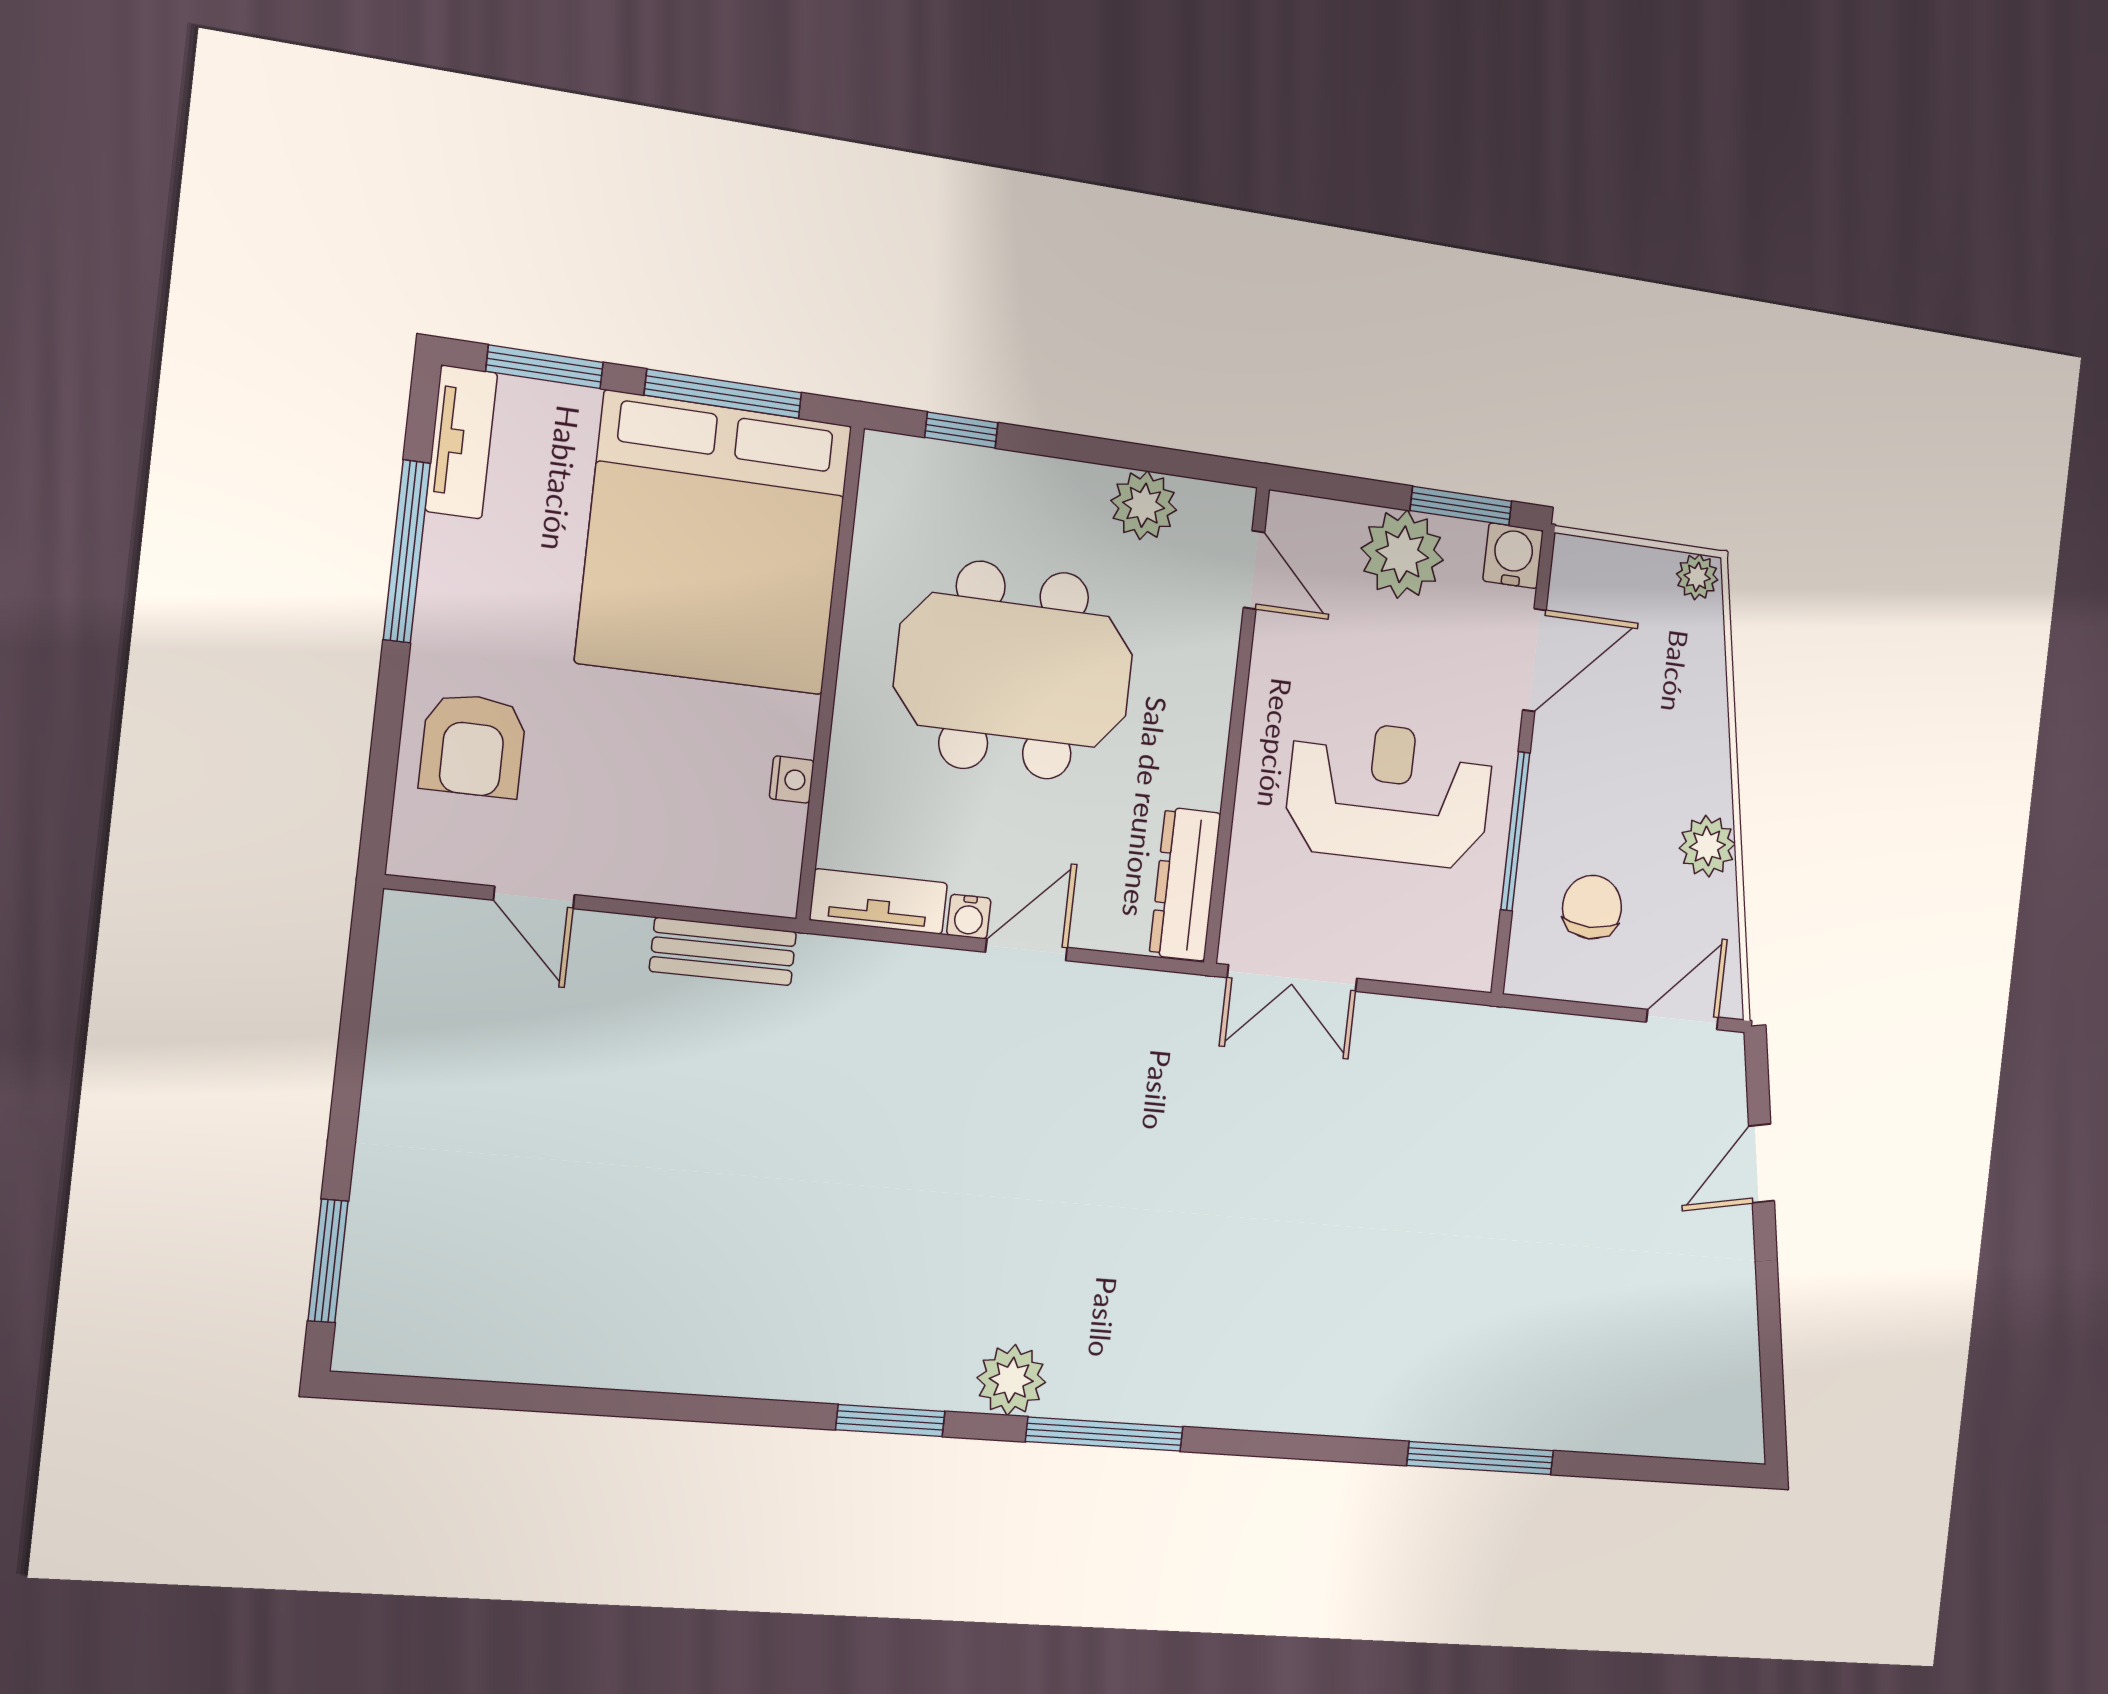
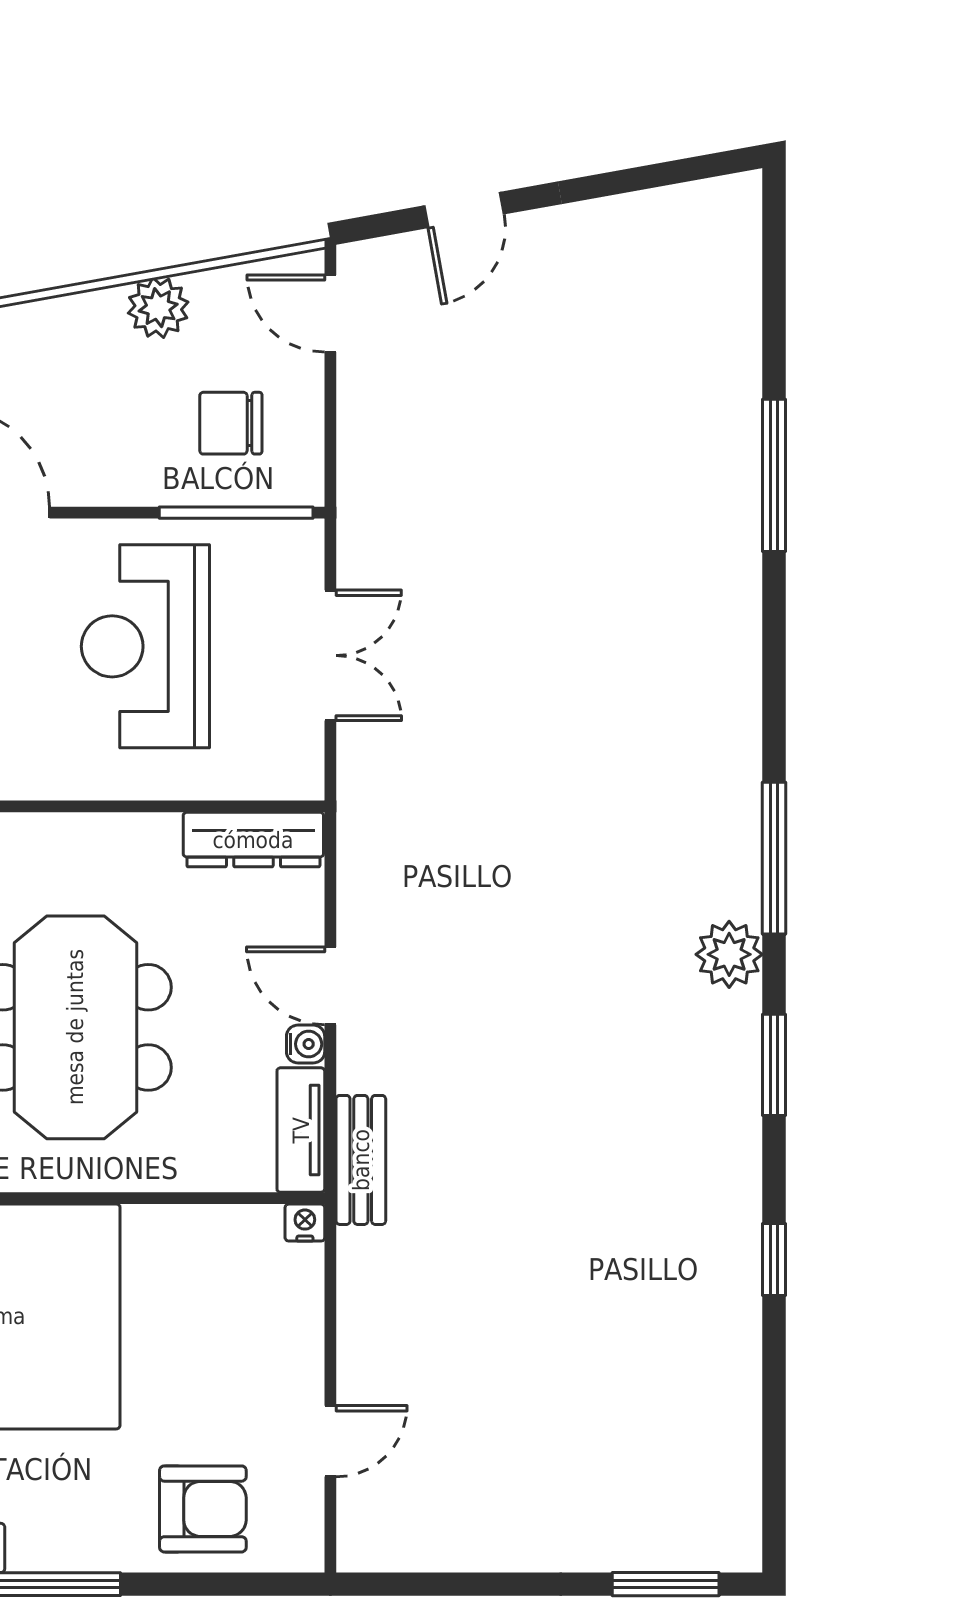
nightstand: (792, 780) -> (305, 1223), moved
window: (1515, 831) -> (236, 513), moved
bench: (723, 952) -> (361, 1160), moved
double door: (1292, 978) -> (330, 655), moved
door: (1762, 1163) -> (464, 210), hinge flipped
window: (681, 1407) -> (774, 1259), added

